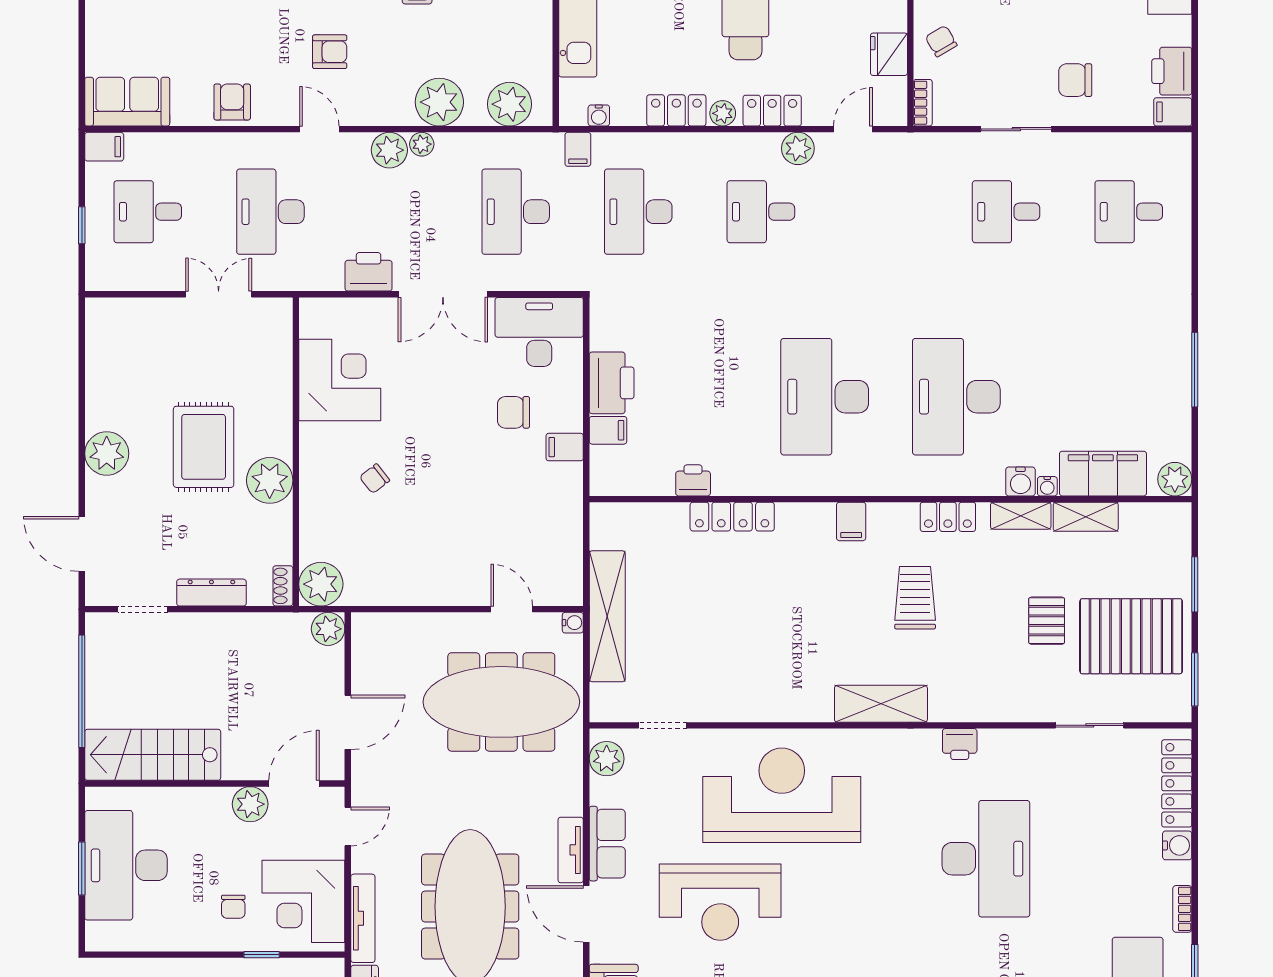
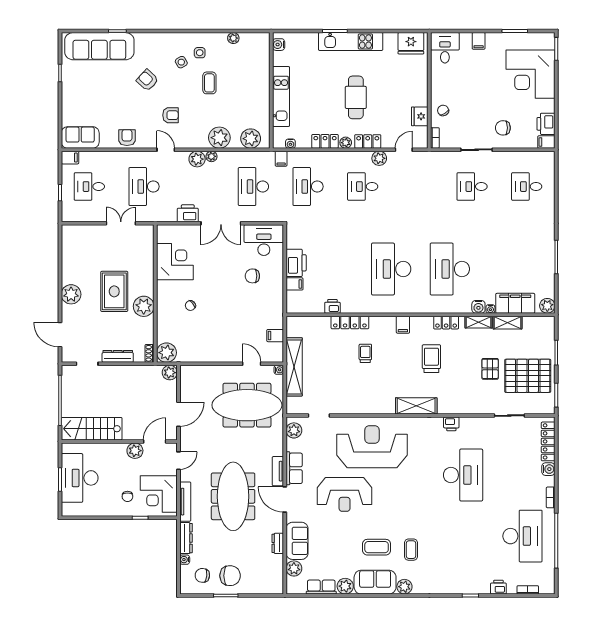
filing cabinet: (565, 447) -> (275, 336), moved
trolley: (767, 586) -> (365, 353), added

